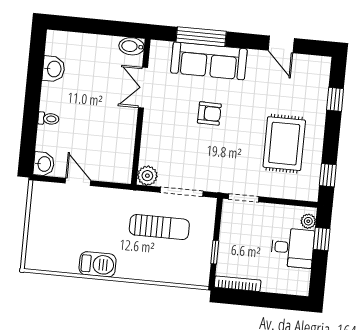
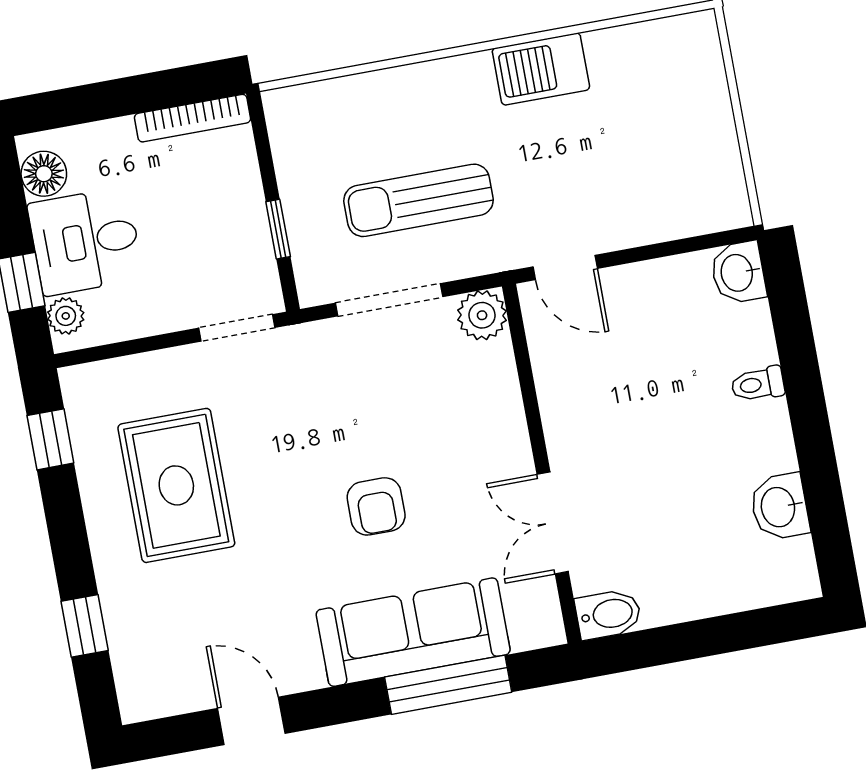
double door: (143, 88) -> (553, 523), swing flipped
armchair: (209, 113) -> (376, 506), turned -91
door: (78, 182) -> (565, 268), moved
window: (215, 252) -> (278, 229), moved
floor lamp: (301, 279) -> (44, 174), added

